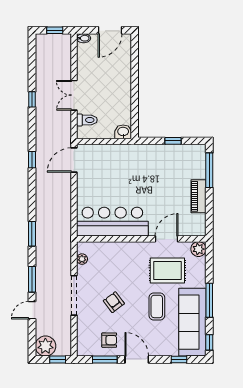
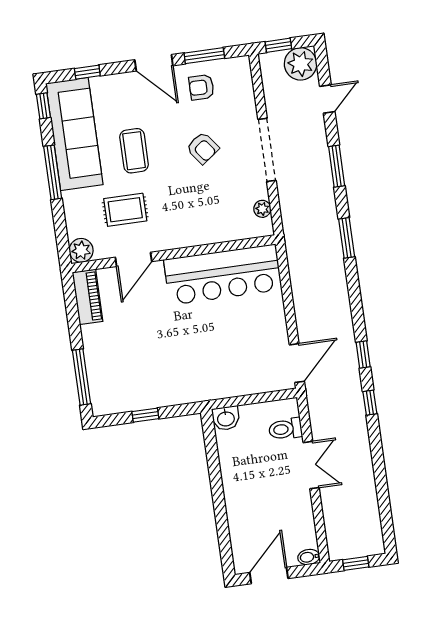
window: (32, 99) -> (370, 403), moved
piano: (199, 196) -> (88, 297), moved
rug: (167, 271) -> (125, 210), width x0.73, depth x0.70
door: (32, 310) -> (327, 99), moved

